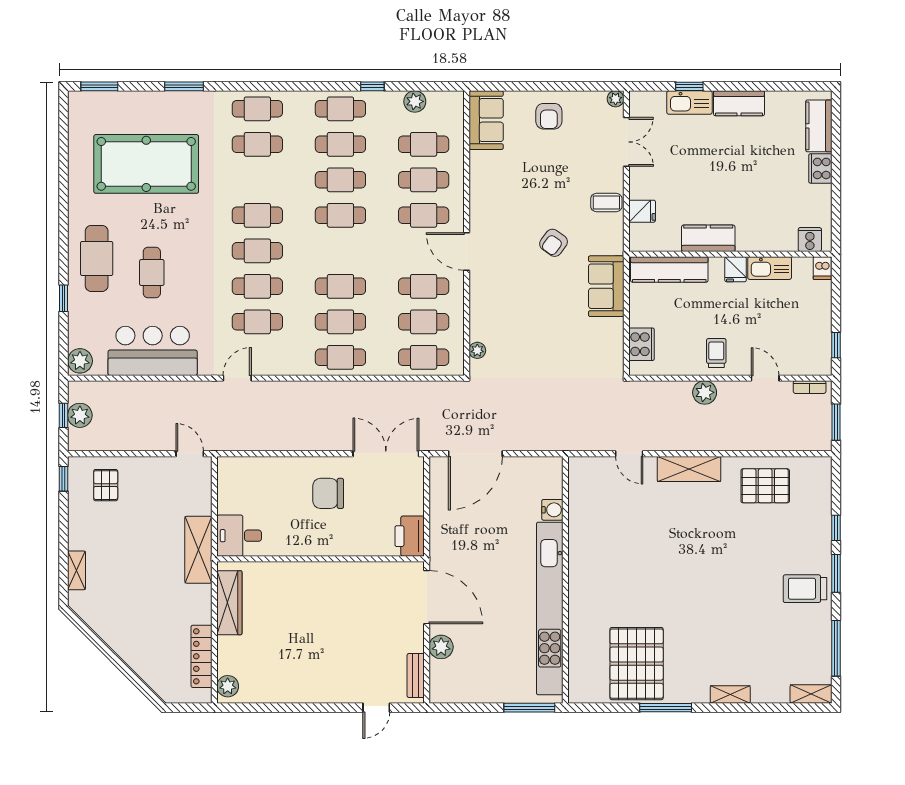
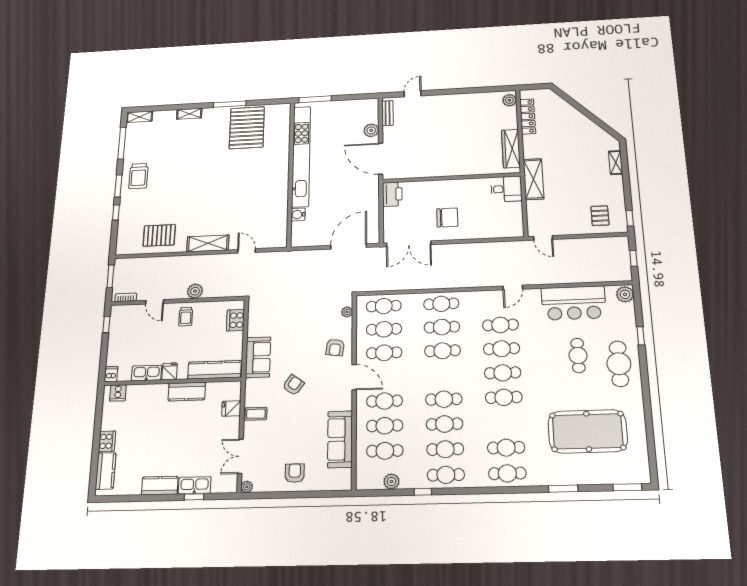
sofa: (486, 120) -> (340, 439), moved, width x1.36
armchair: (494, 297) -> (335, 347), added
plant: (80, 415) -> (622, 259), removed
trolley: (805, 589) -> (138, 176), turned 90

